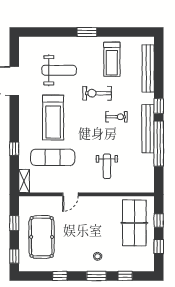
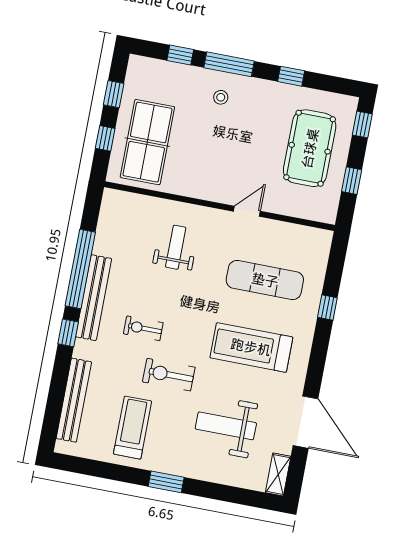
exercise bike: (97, 93) -> (169, 375), turned 180
treadmill: (53, 118) -> (251, 347), turned -90
shelving: (24, 181) -> (278, 474), moved
window: (96, 276) -> (229, 64), width x1.44

